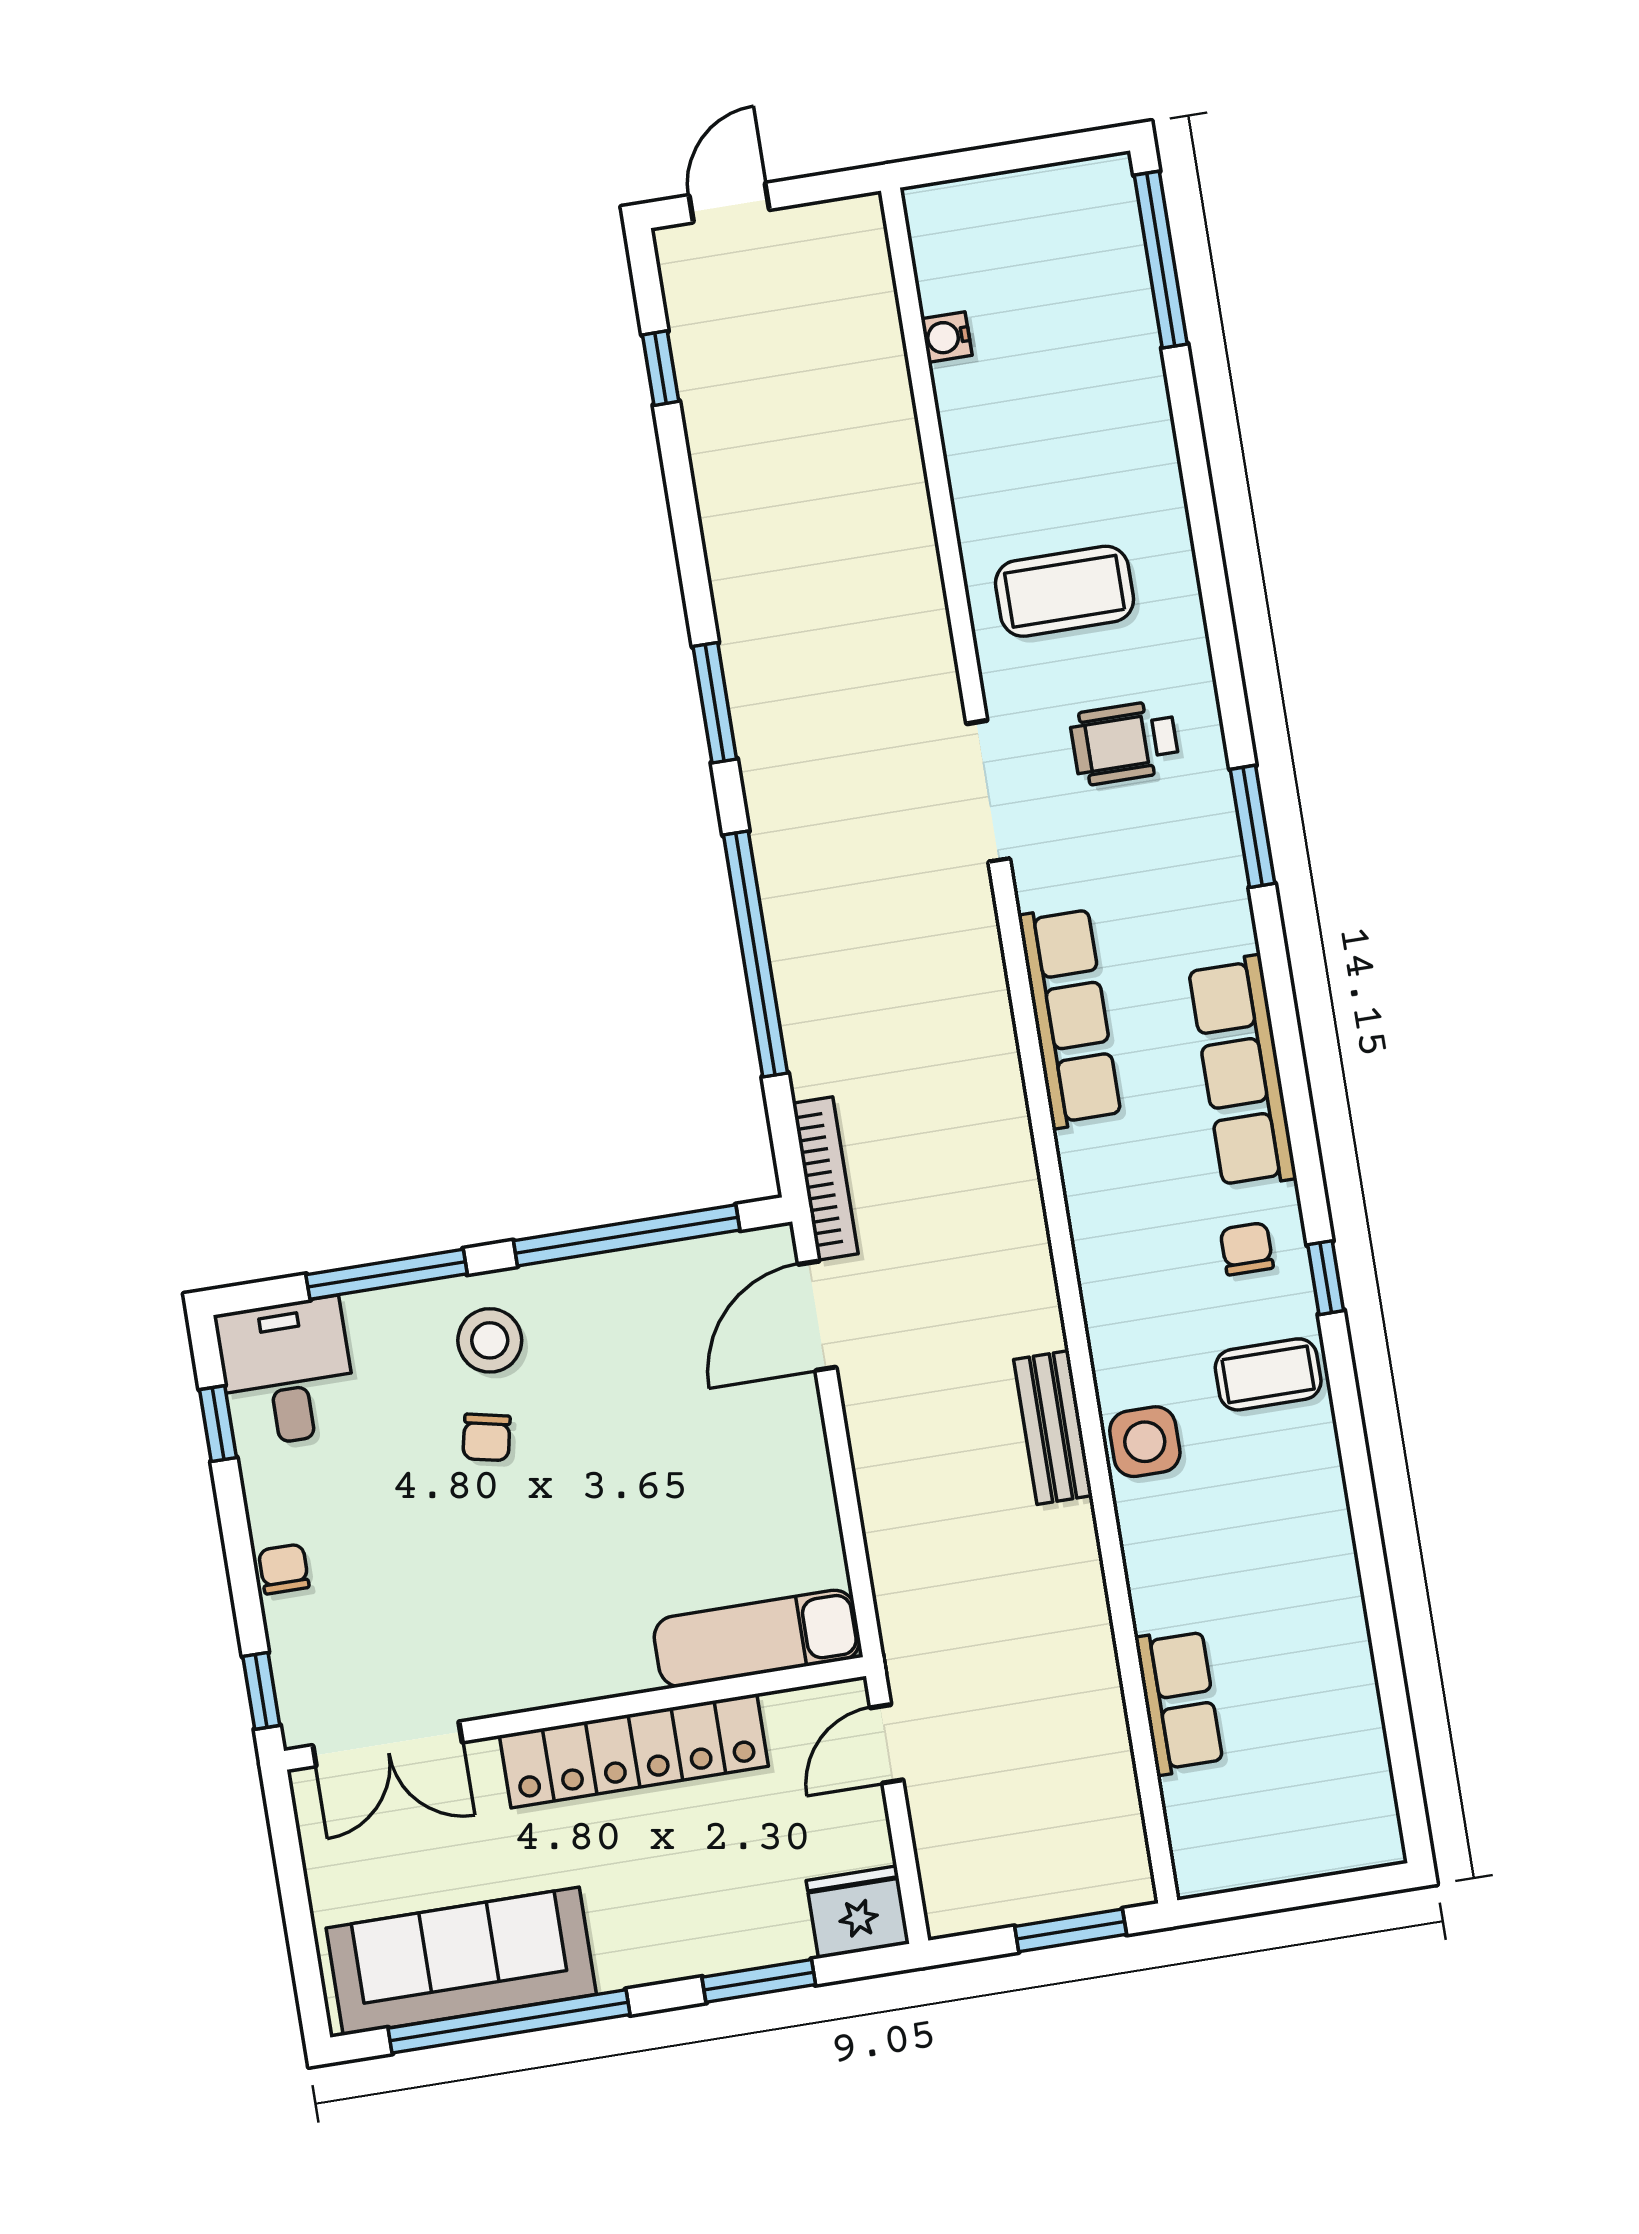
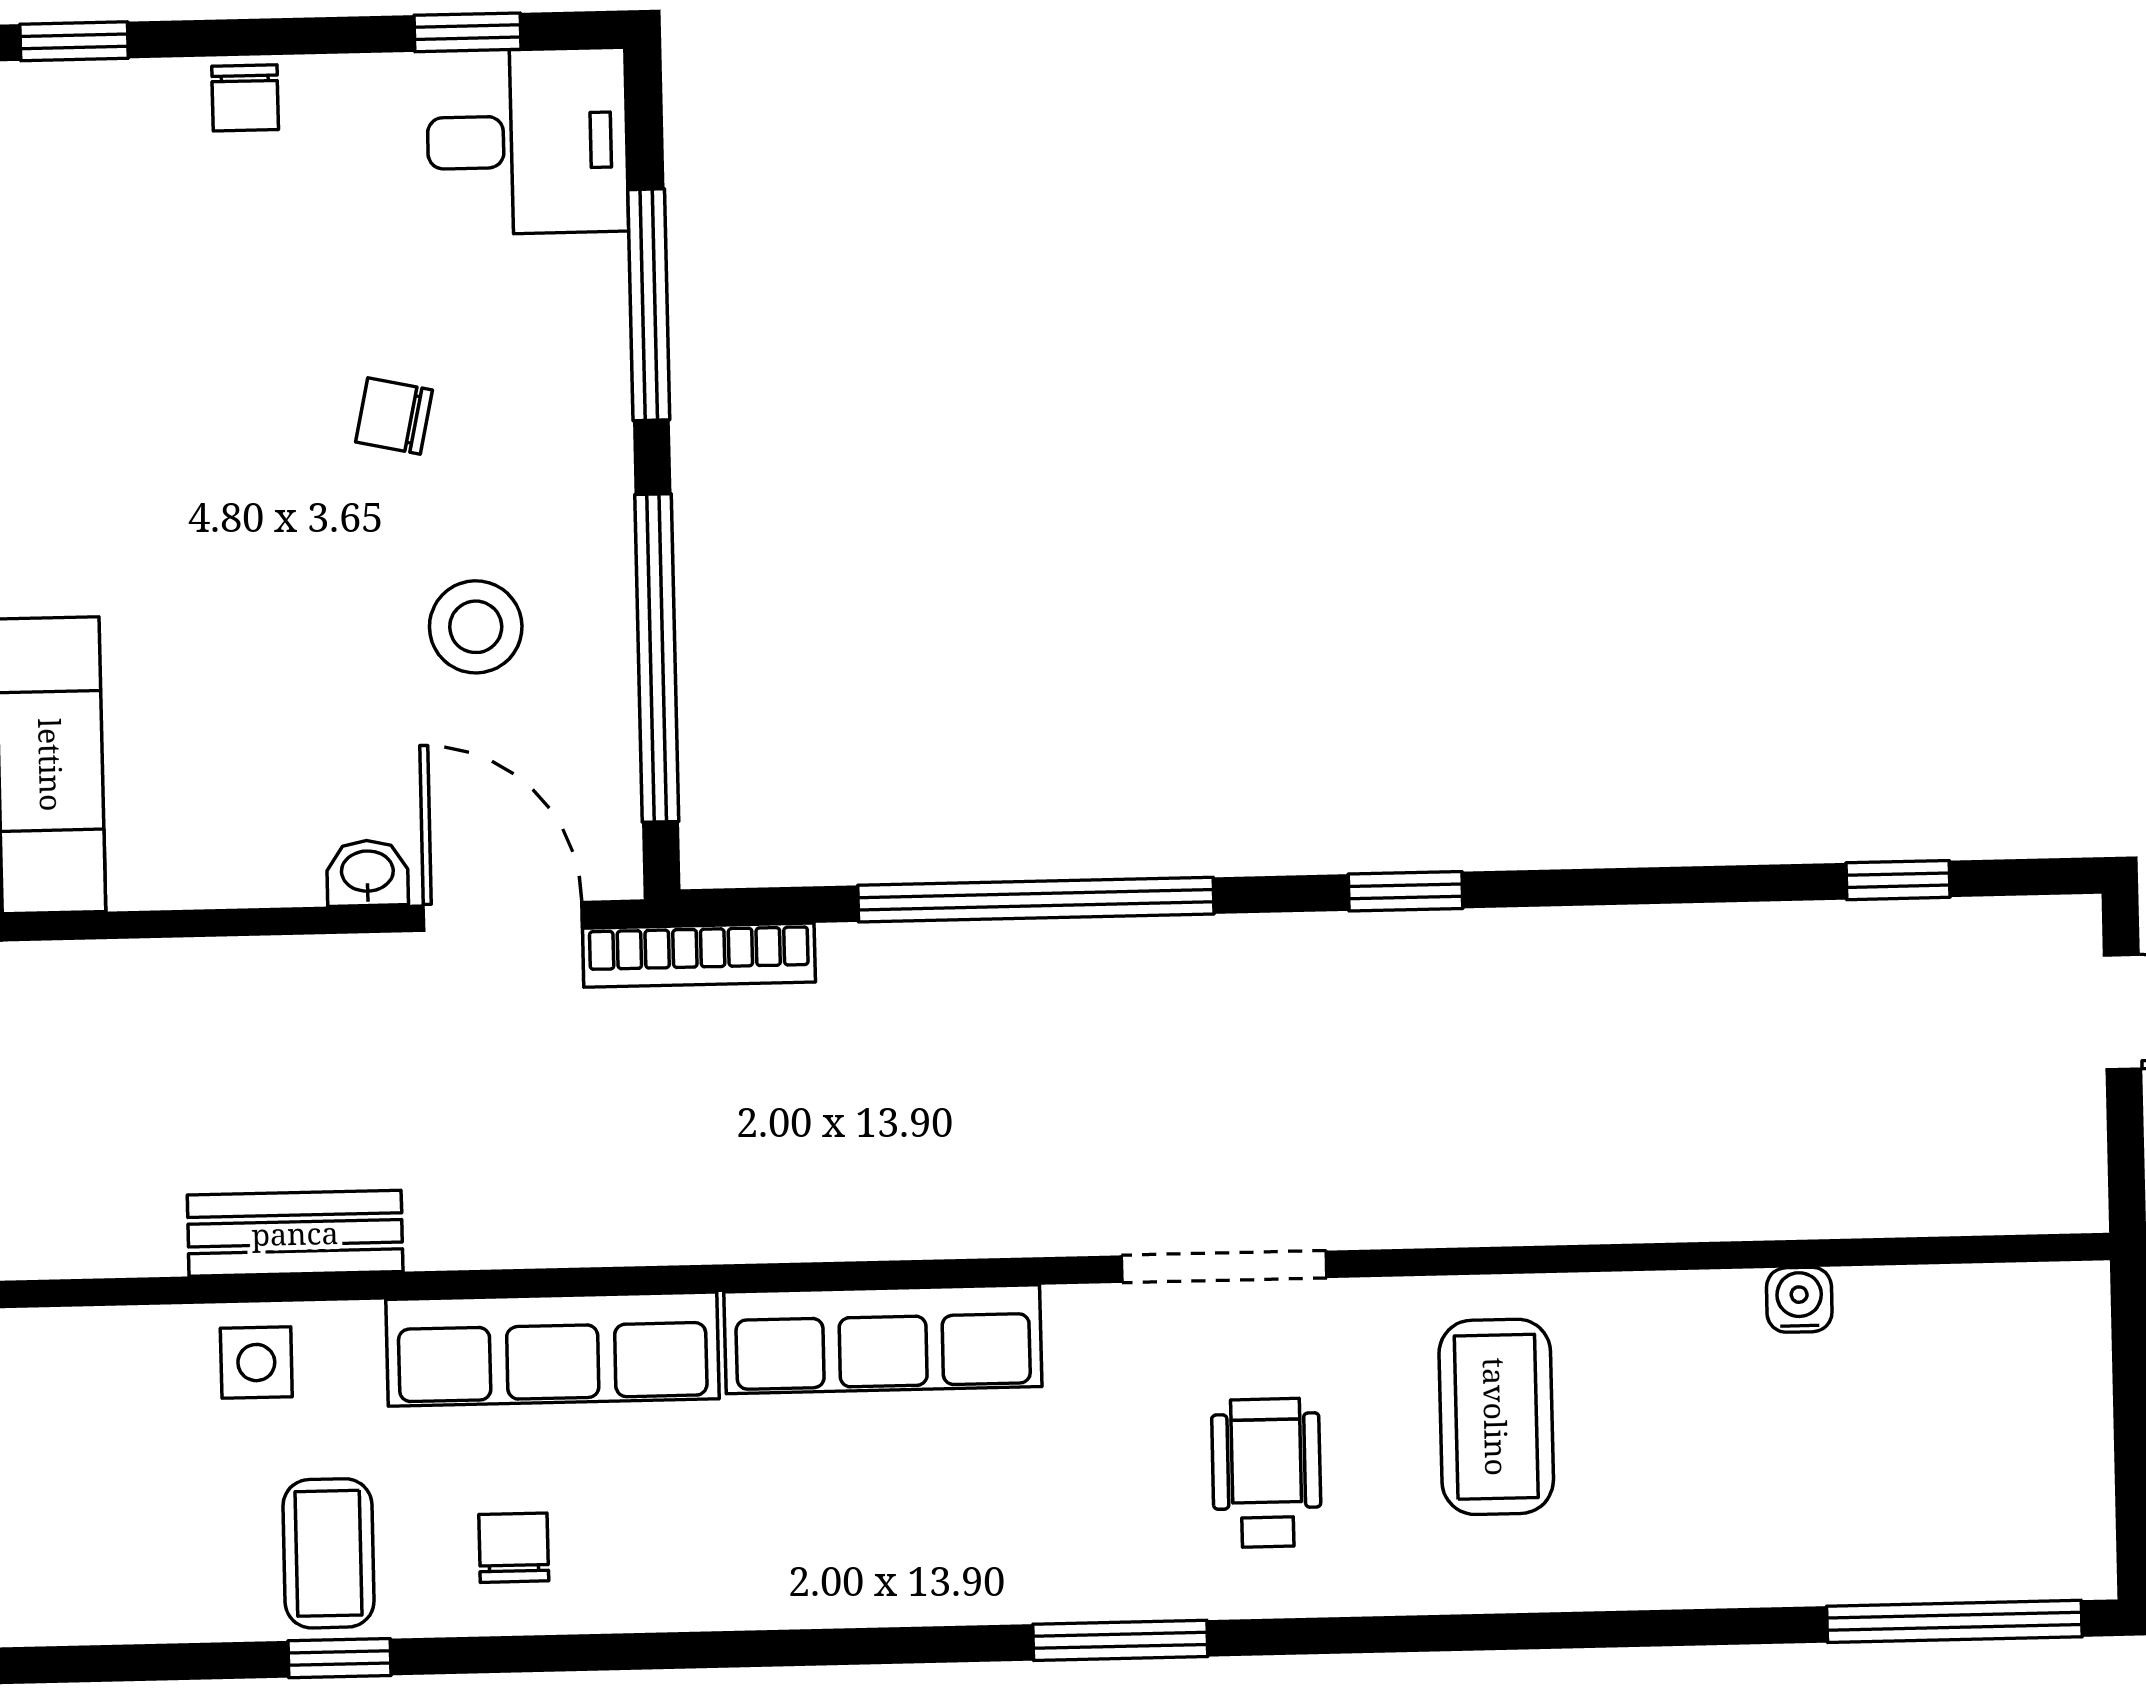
water cooler: (947, 337) -> (1799, 1300), moved
window: (715, 703) -> (1406, 891), width x0.67
row of seats: (1242, 1072) -> (552, 1349), moved, turned 180
chair: (1247, 1249) -> (514, 1548), turned -90
window: (1326, 1278) -> (340, 1658), moved
stool: (490, 1340) -> (476, 627), moved
washbasin: (801, 1412) -> (367, 873), added
side table: (1145, 1442) -> (256, 1363), width x0.73, depth x0.73
chair: (284, 1569) -> (245, 98), turned 90

